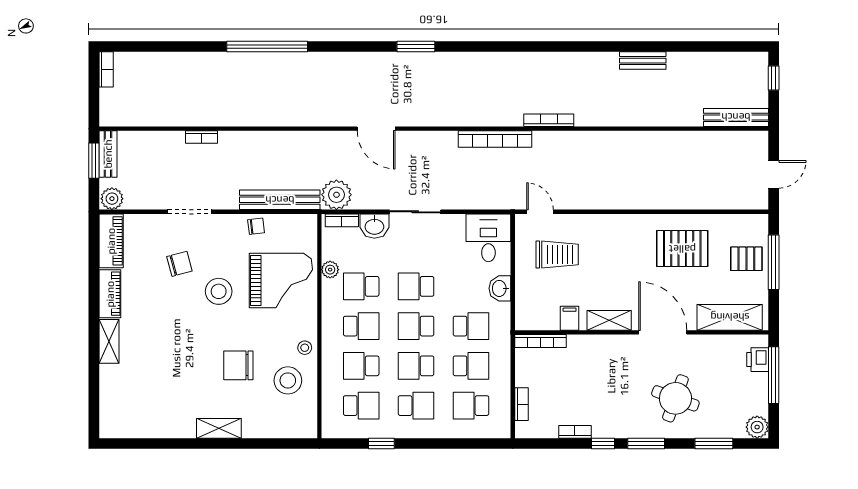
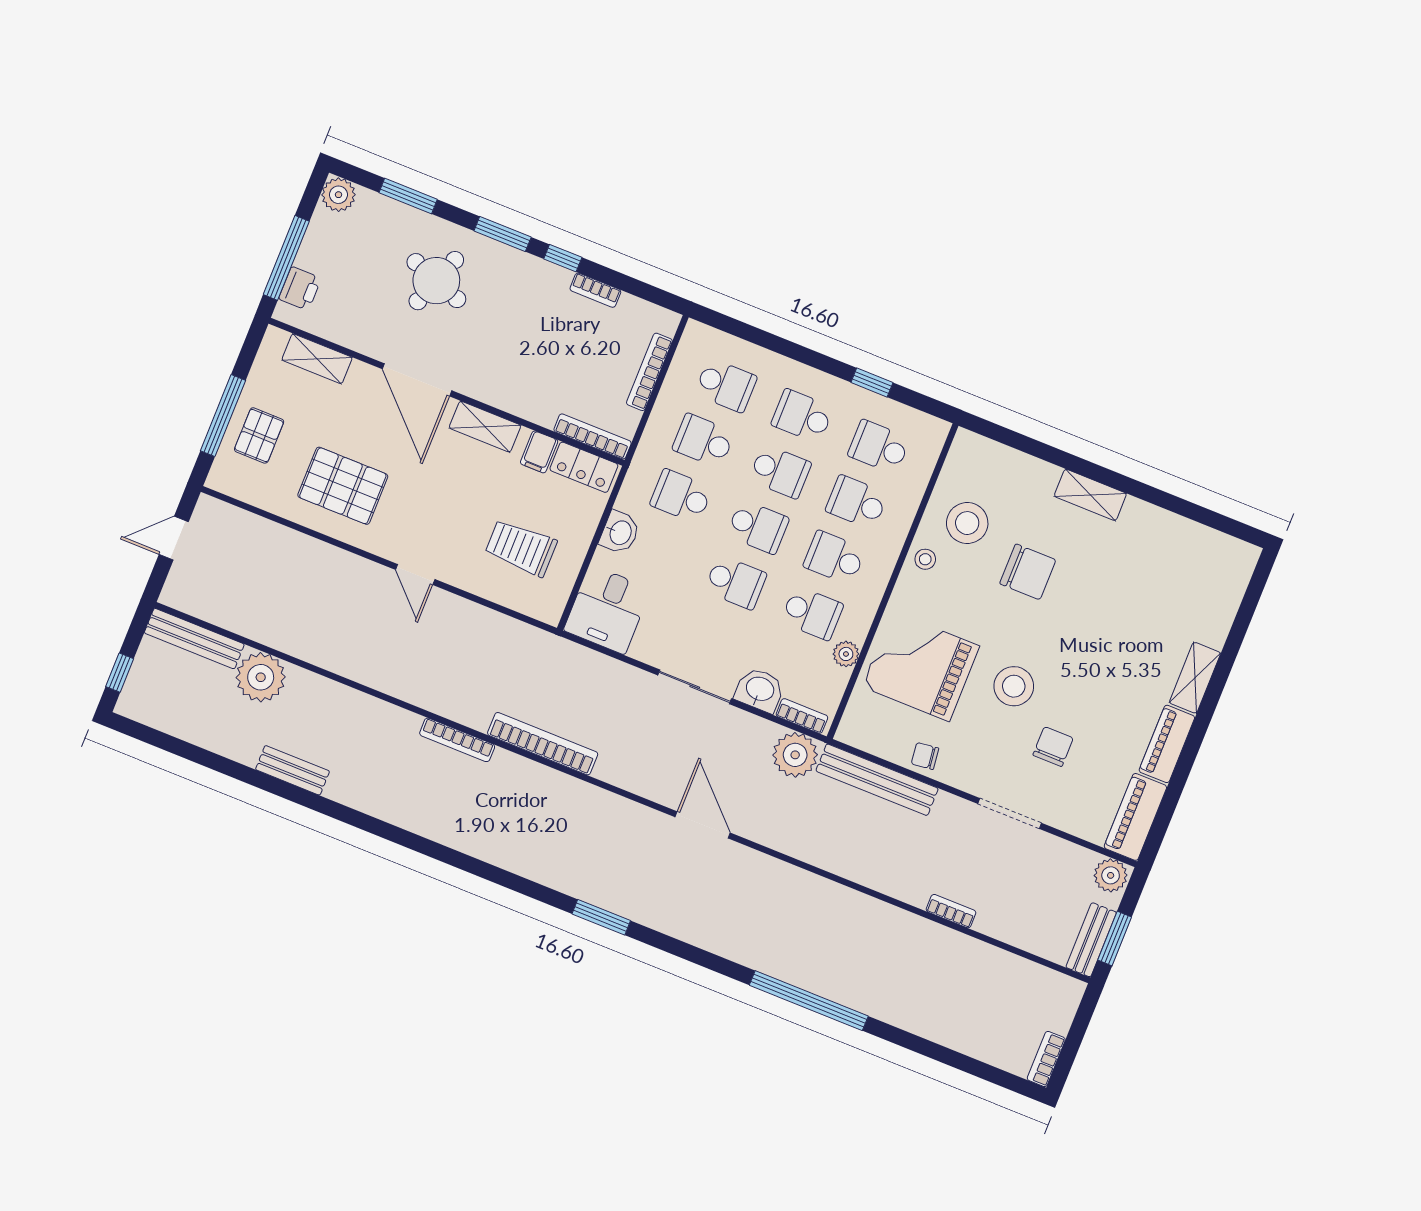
plant: (685, 110) -> (261, 677), added
door: (540, 212) -> (415, 575), moved
pallet: (746, 259) -> (259, 435), turned 90
chair: (179, 264) -> (1053, 747), turned 105
shelving: (730, 317) -> (317, 359), width x0.67, depth x0.75
locker: (538, 320) -> (584, 467), added
school desk: (361, 366) -> (857, 502), turned 180
bookcase: (521, 404) -> (649, 372), width x1.56

